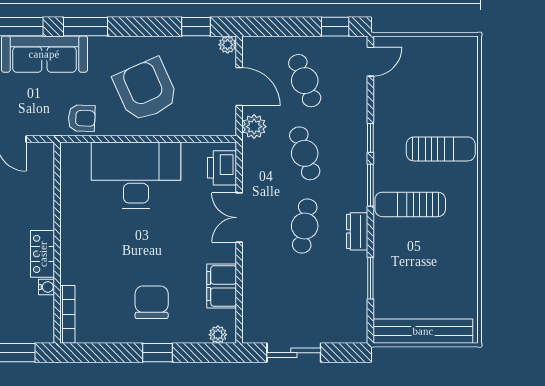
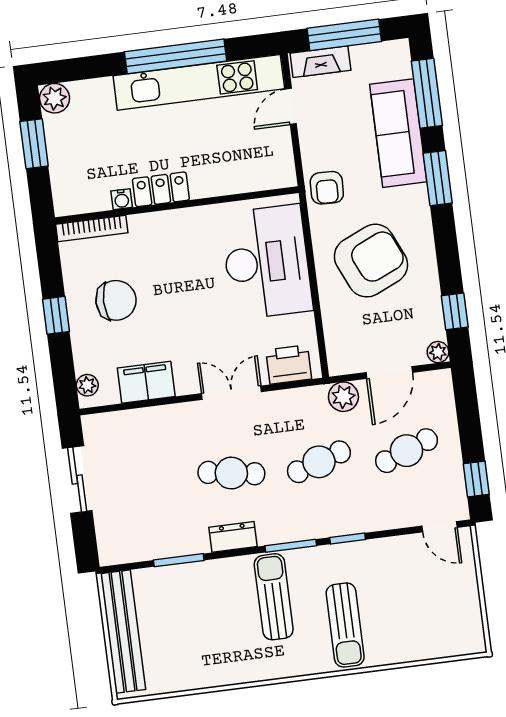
wall: (57, 243) -> (177, 205), moved
locker: (43, 254) -> (161, 189), moved
water cooler: (47, 287) -> (122, 199), moved
bookcase: (67, 314) -> (92, 229), moved

